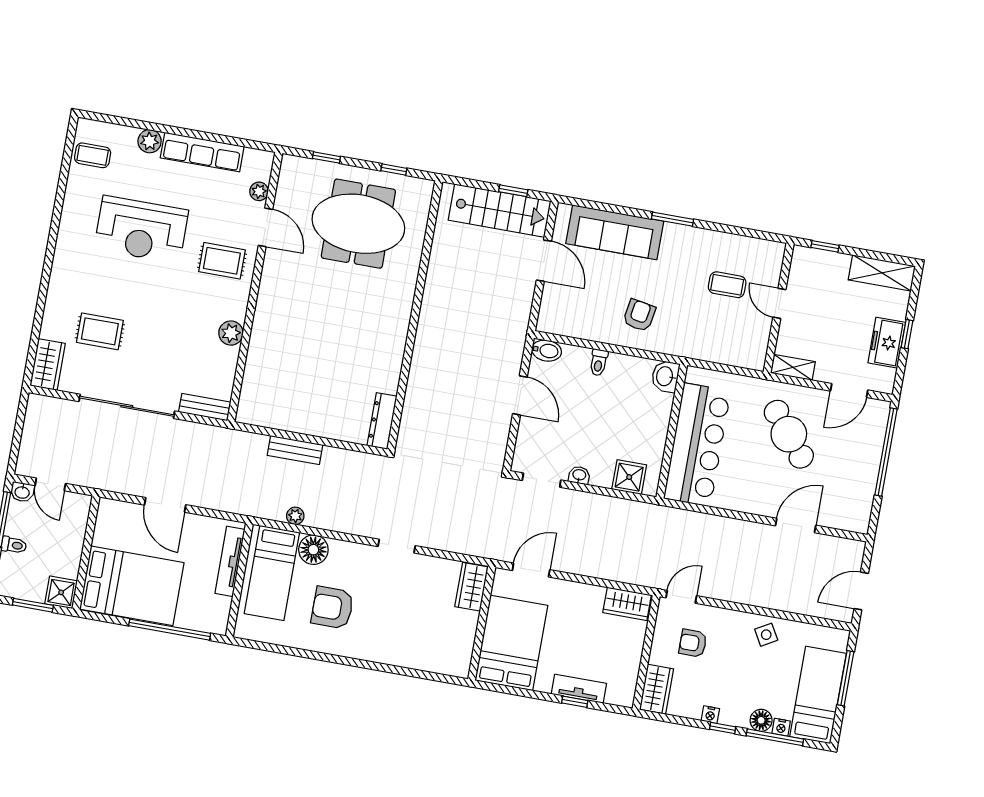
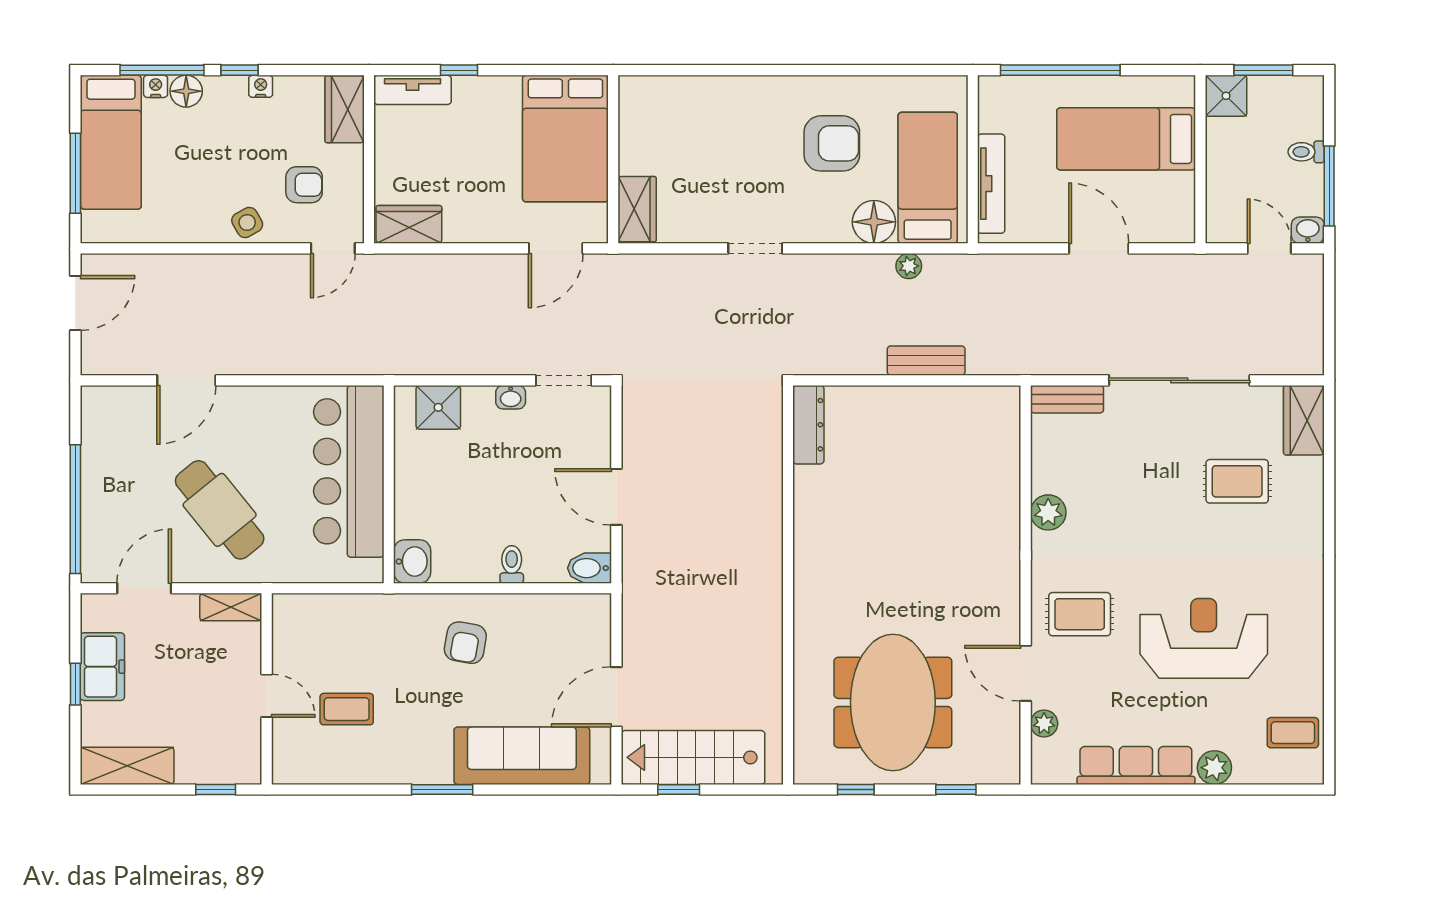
meeting table: (358, 224) -> (893, 702), turned 90
door: (544, 261) -> (616, 697), hinge flipped
bed: (132, 586) -> (1126, 139), width x0.67
side table: (766, 635) -> (247, 222), moved
tv unit: (579, 689) -> (412, 90), moved

